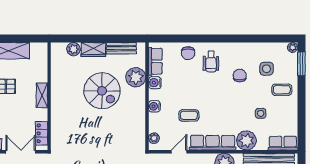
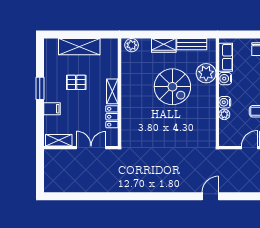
plant: (73, 49) -> (132, 45), moved
locker: (42, 133) -> (112, 117), moved
plant: (154, 138) -> (224, 114), moved

